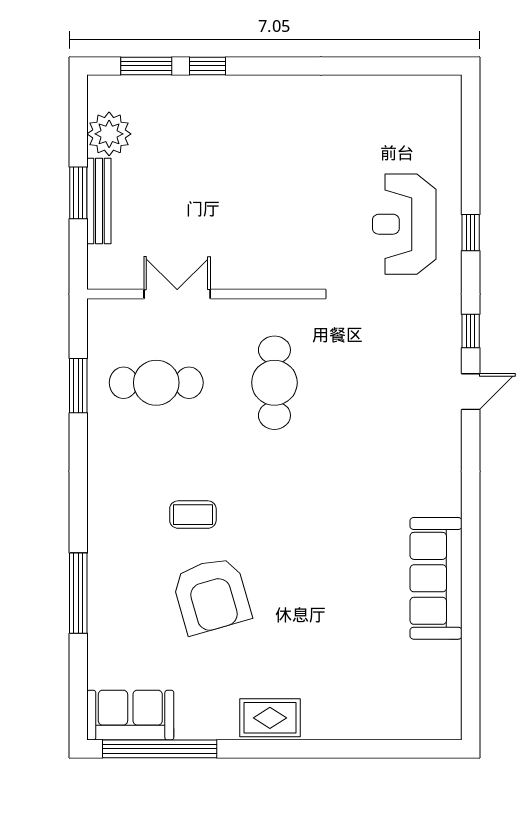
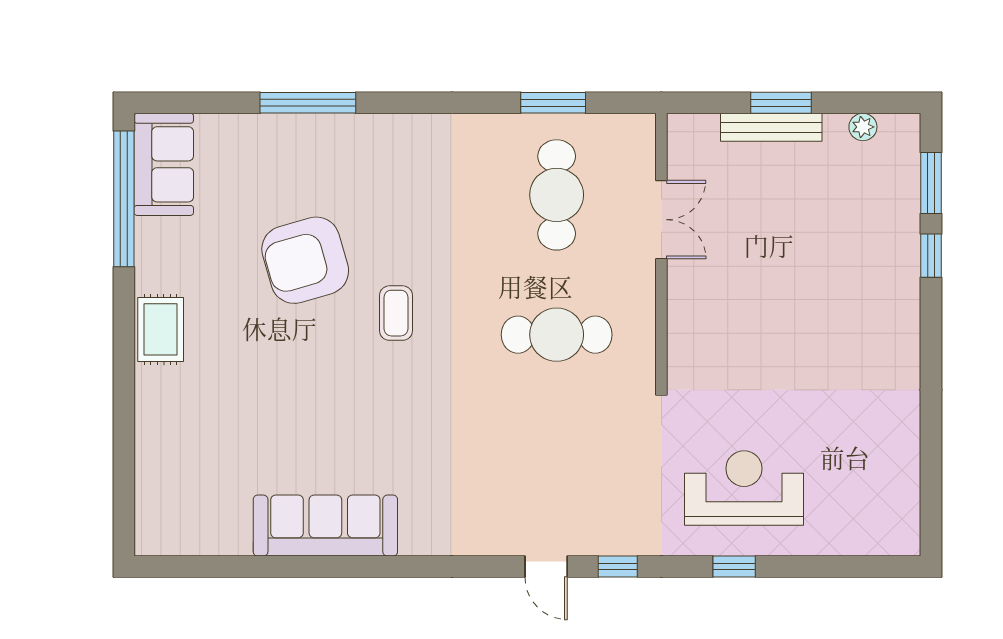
plant: (109, 134) -> (863, 127), width x0.53, depth x0.53
coffee table: (193, 515) -> (396, 313), moved

